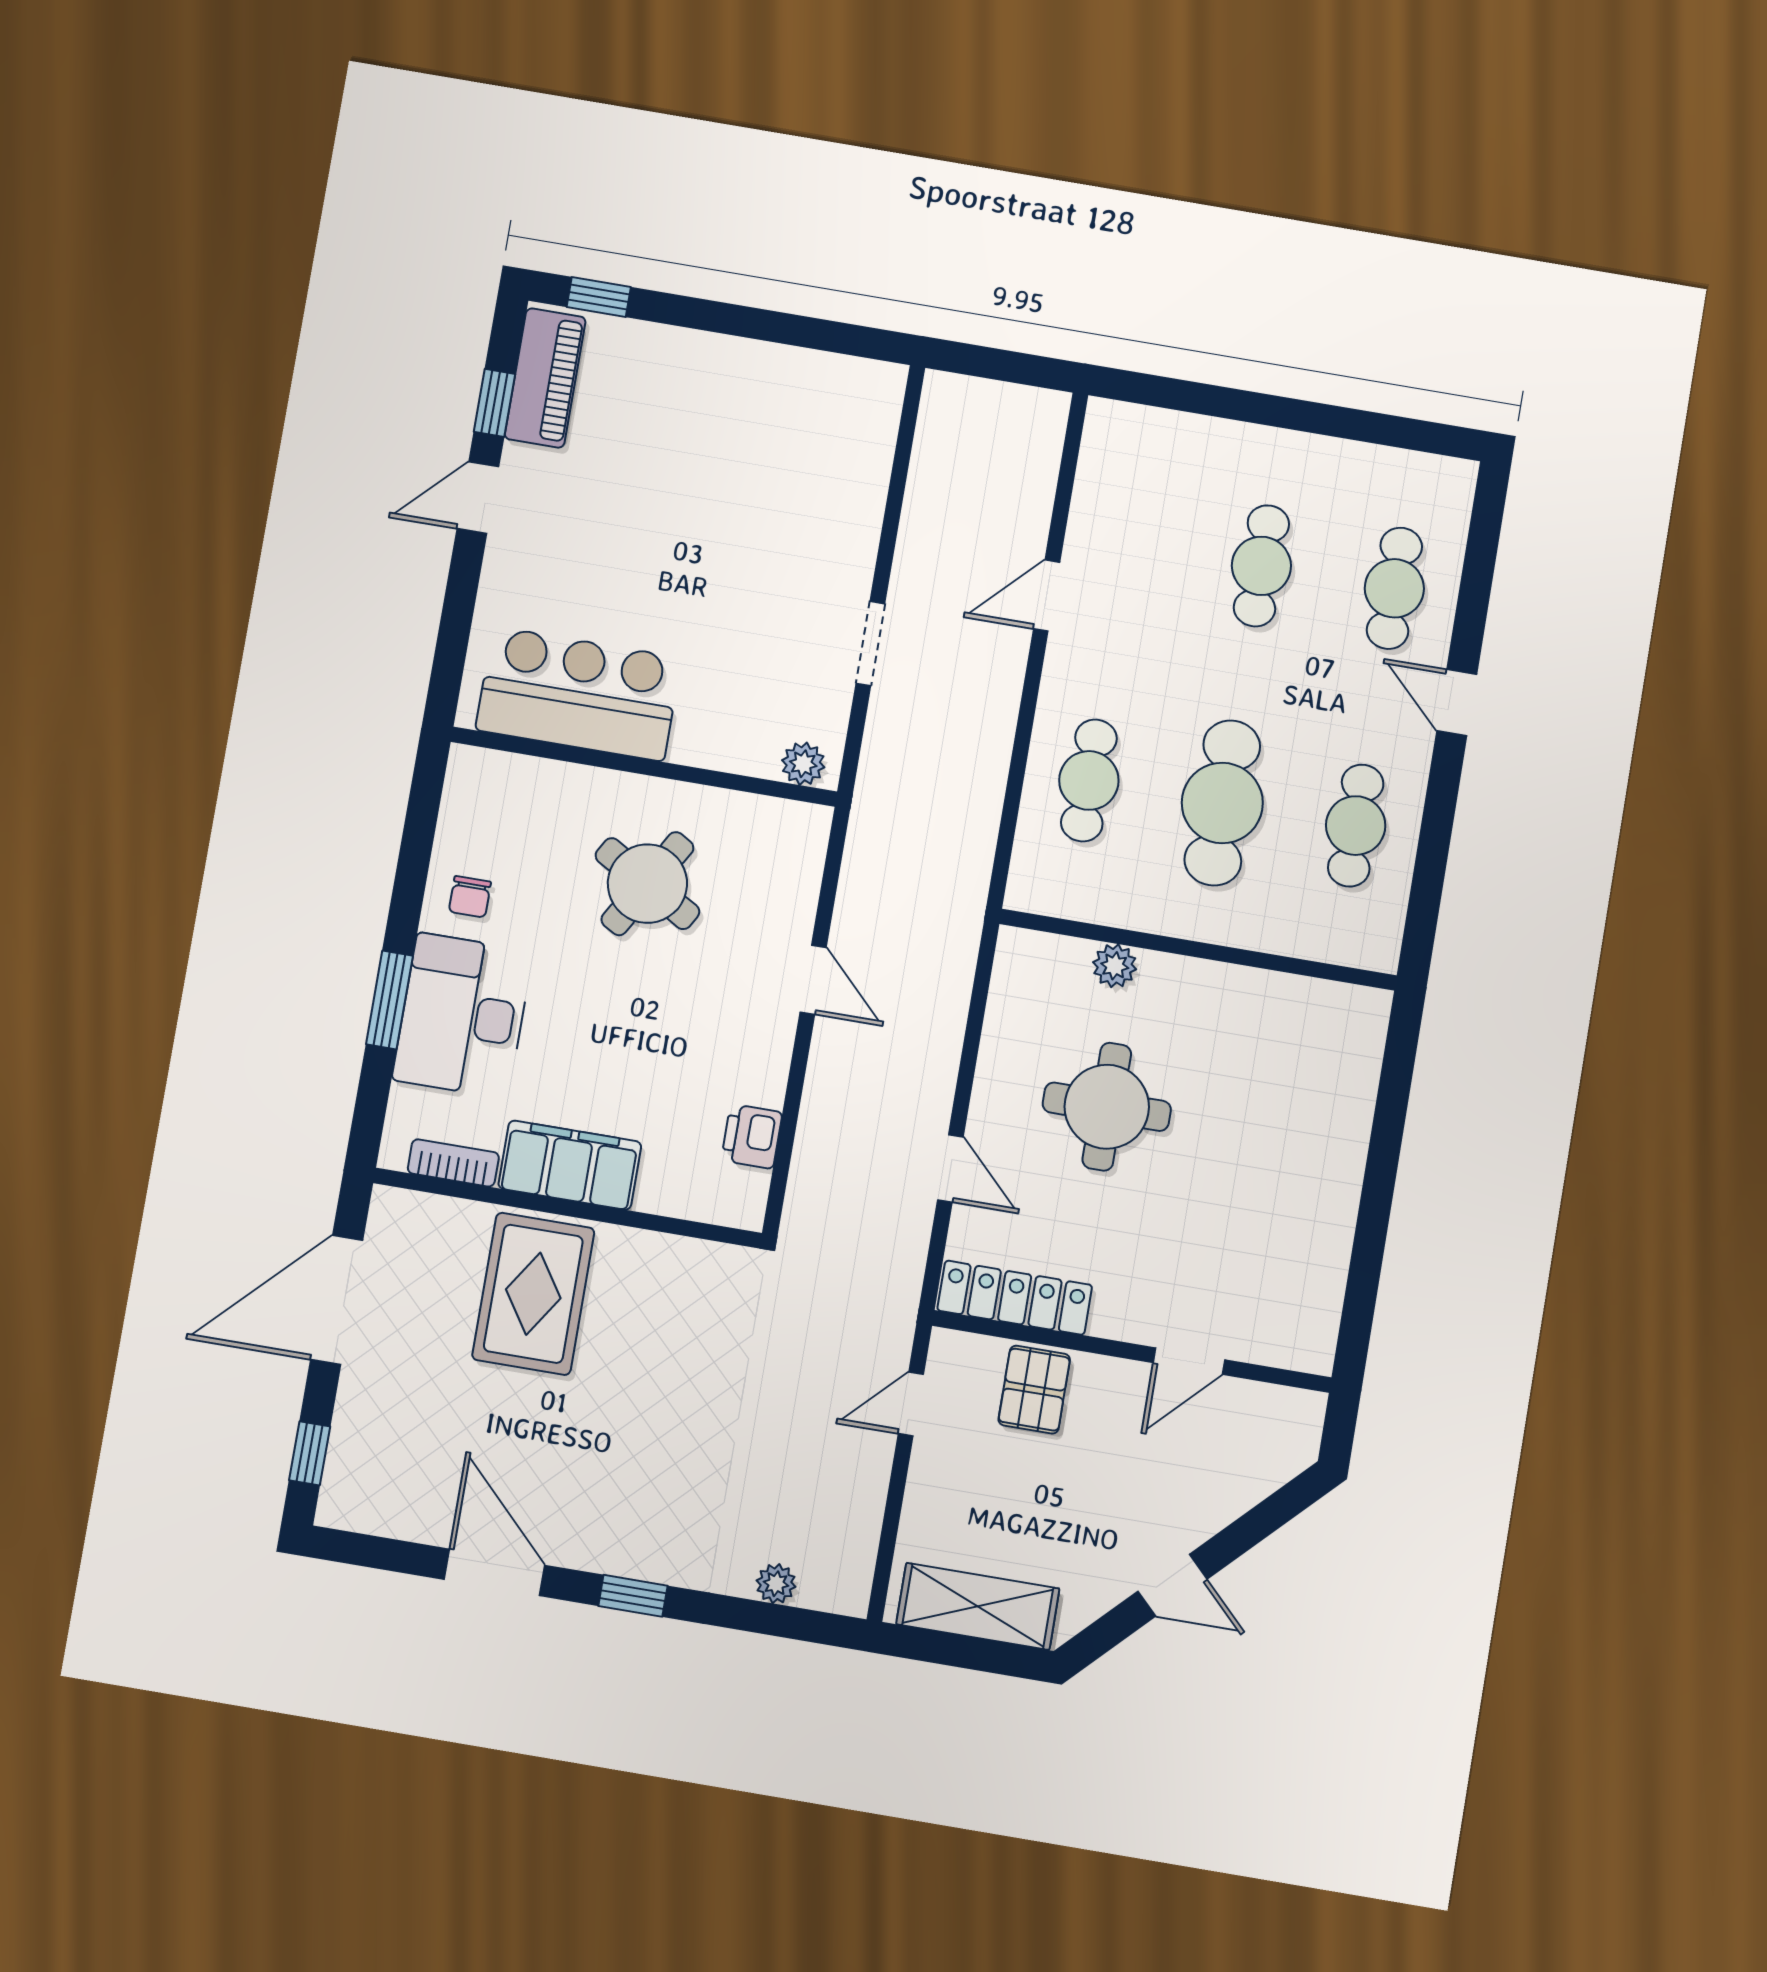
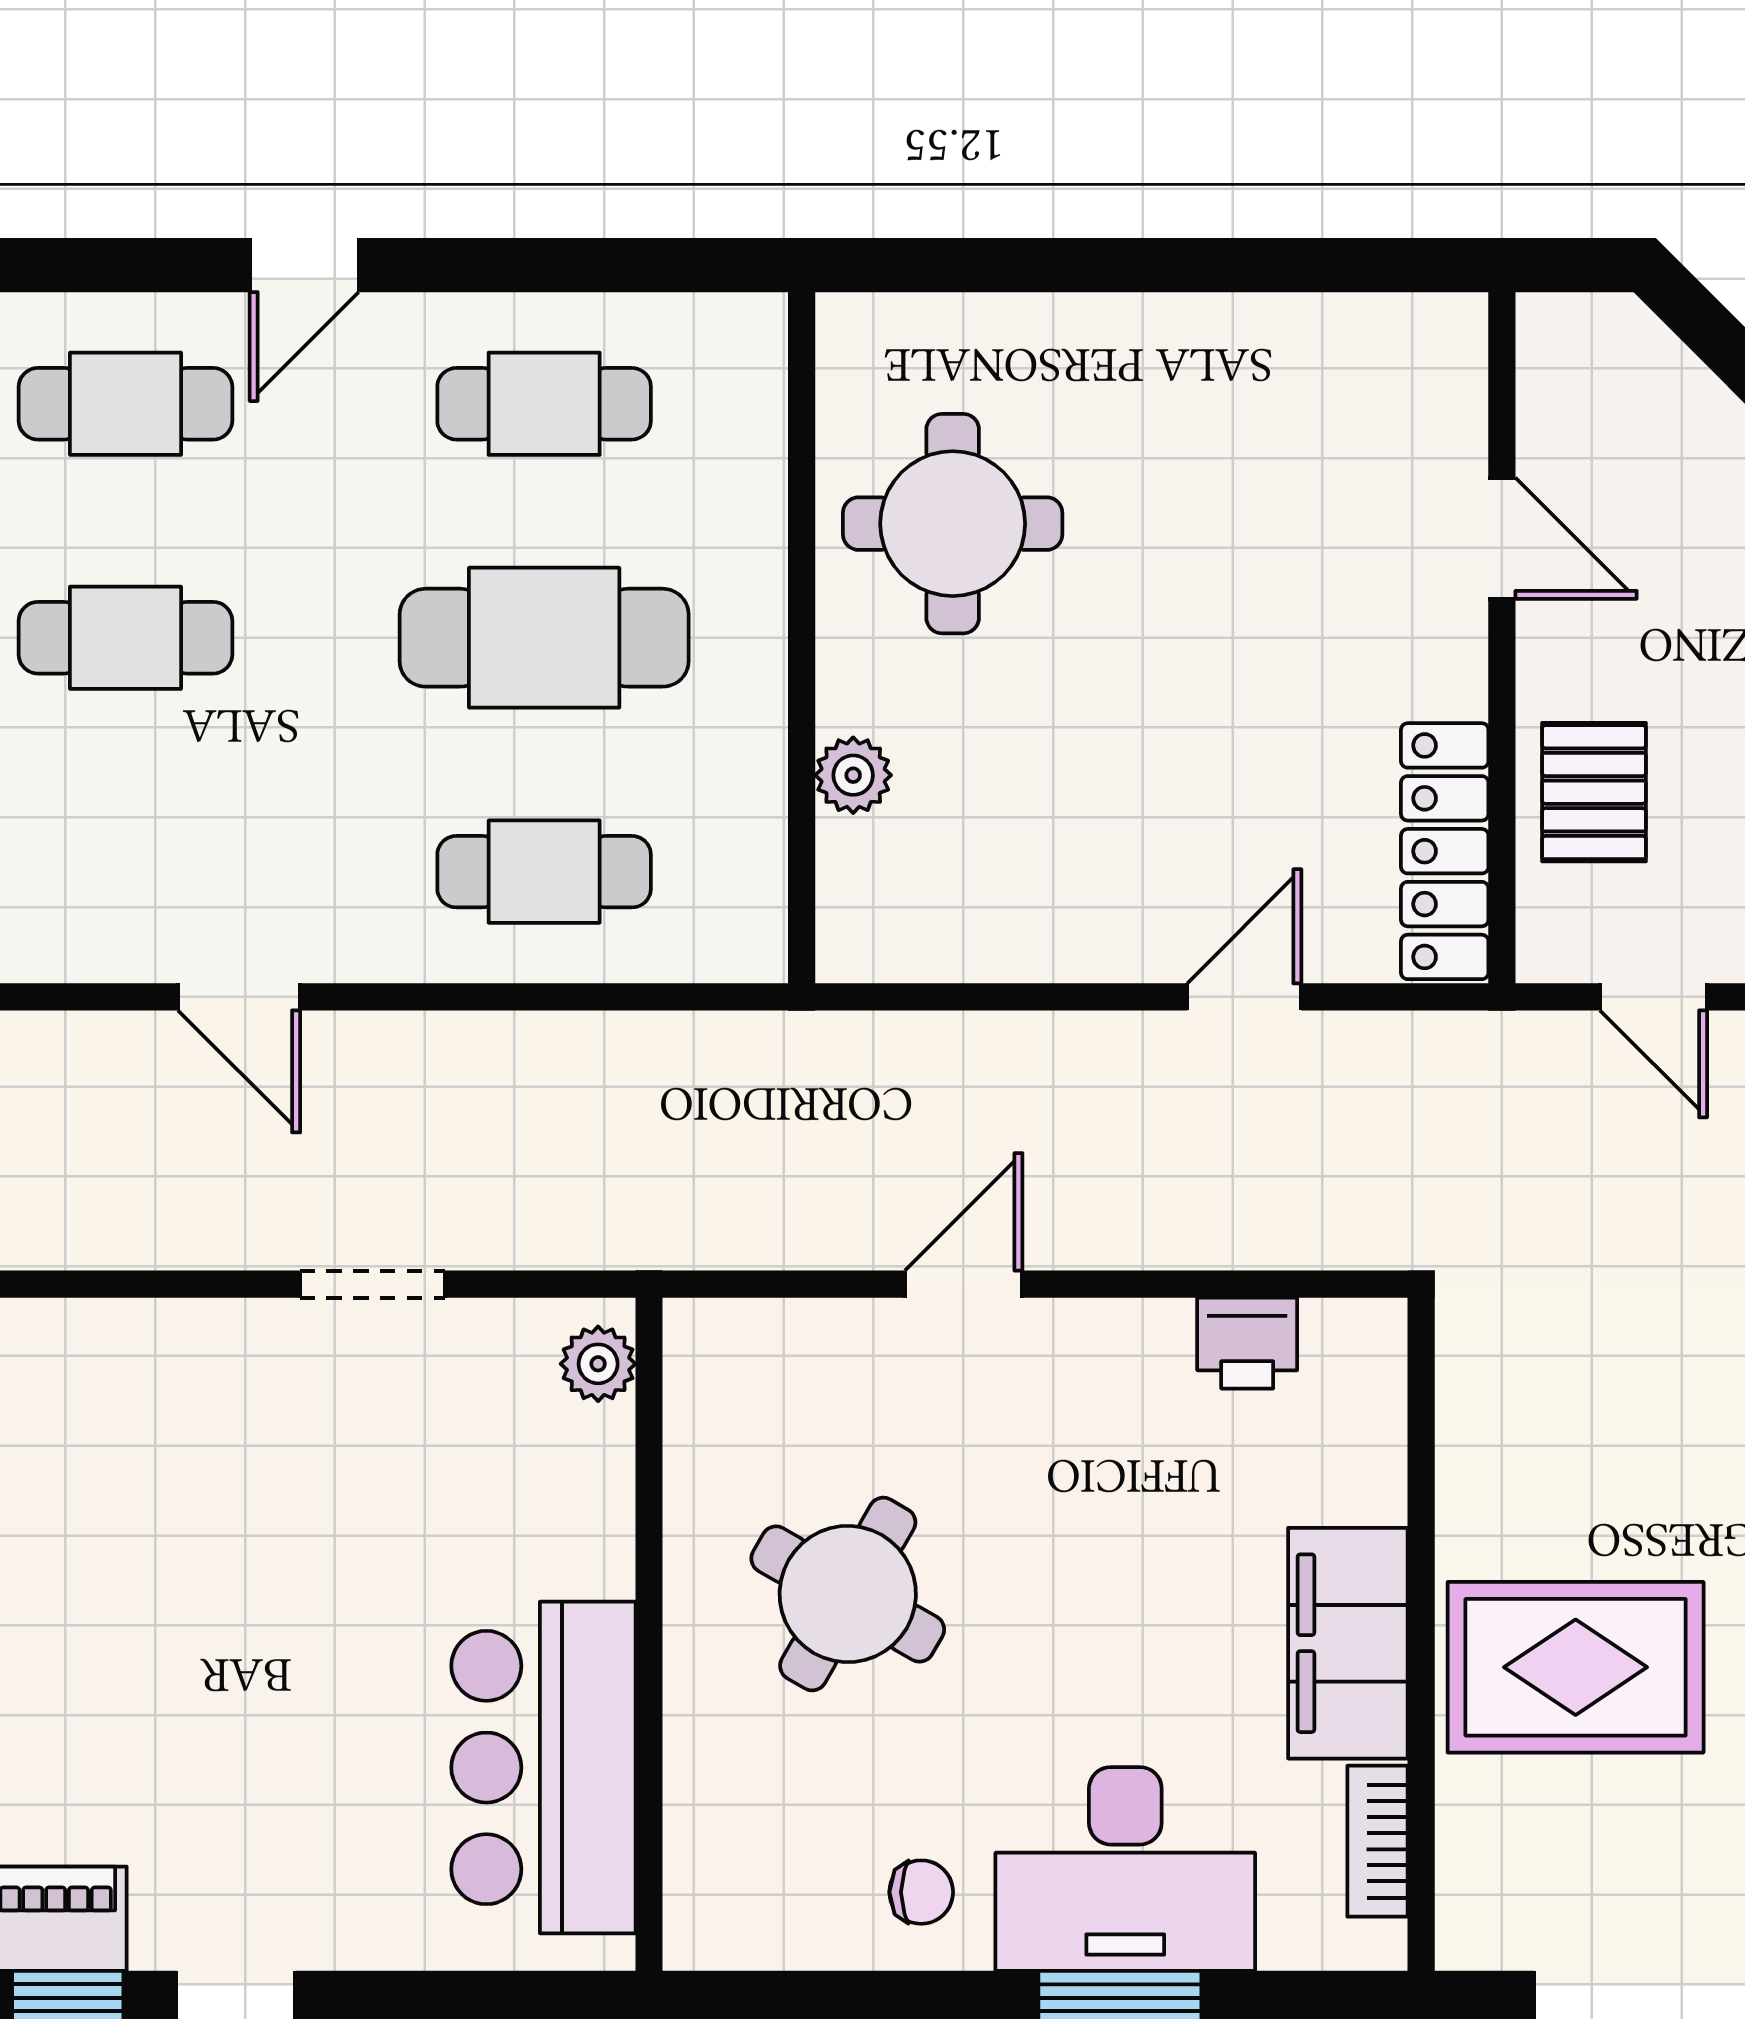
round table: (1107, 1107) -> (953, 524), moved
pallet: (1034, 1390) -> (1594, 792), turned 90

